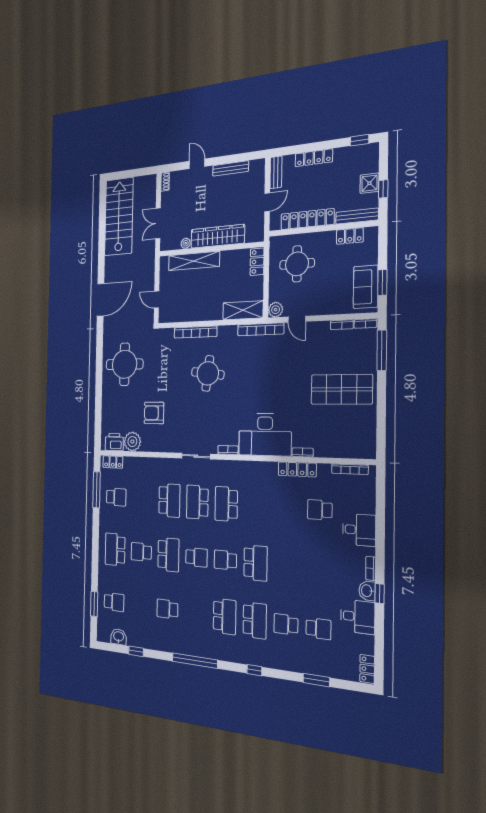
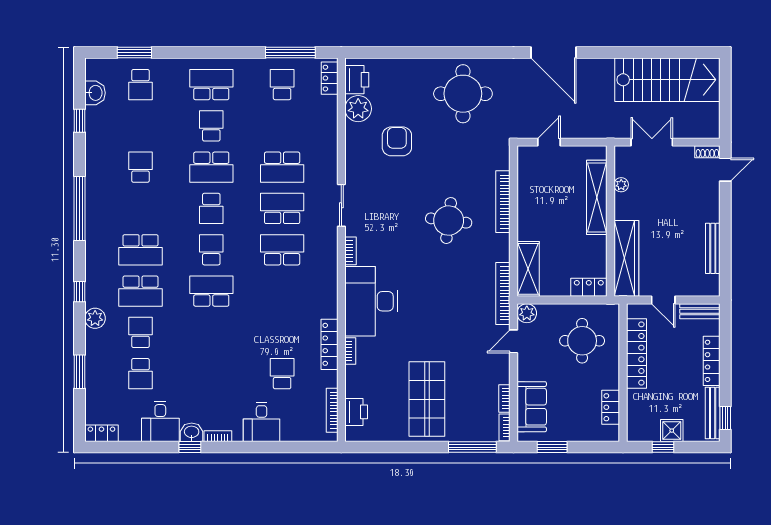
door: (197, 164) -> (725, 170), moved
bench: (357, 216) -> (713, 413), moved
wardrobe: (218, 236) -> (626, 258), moved
sofa: (366, 287) -> (532, 407), moved, turned 90
printer: (351, 449) -> (356, 412), added
school desk: (116, 497) -> (282, 85), turned 180
school desk: (256, 563) -> (211, 291), turned 180
plant: (275, 660) -> (95, 318), added

